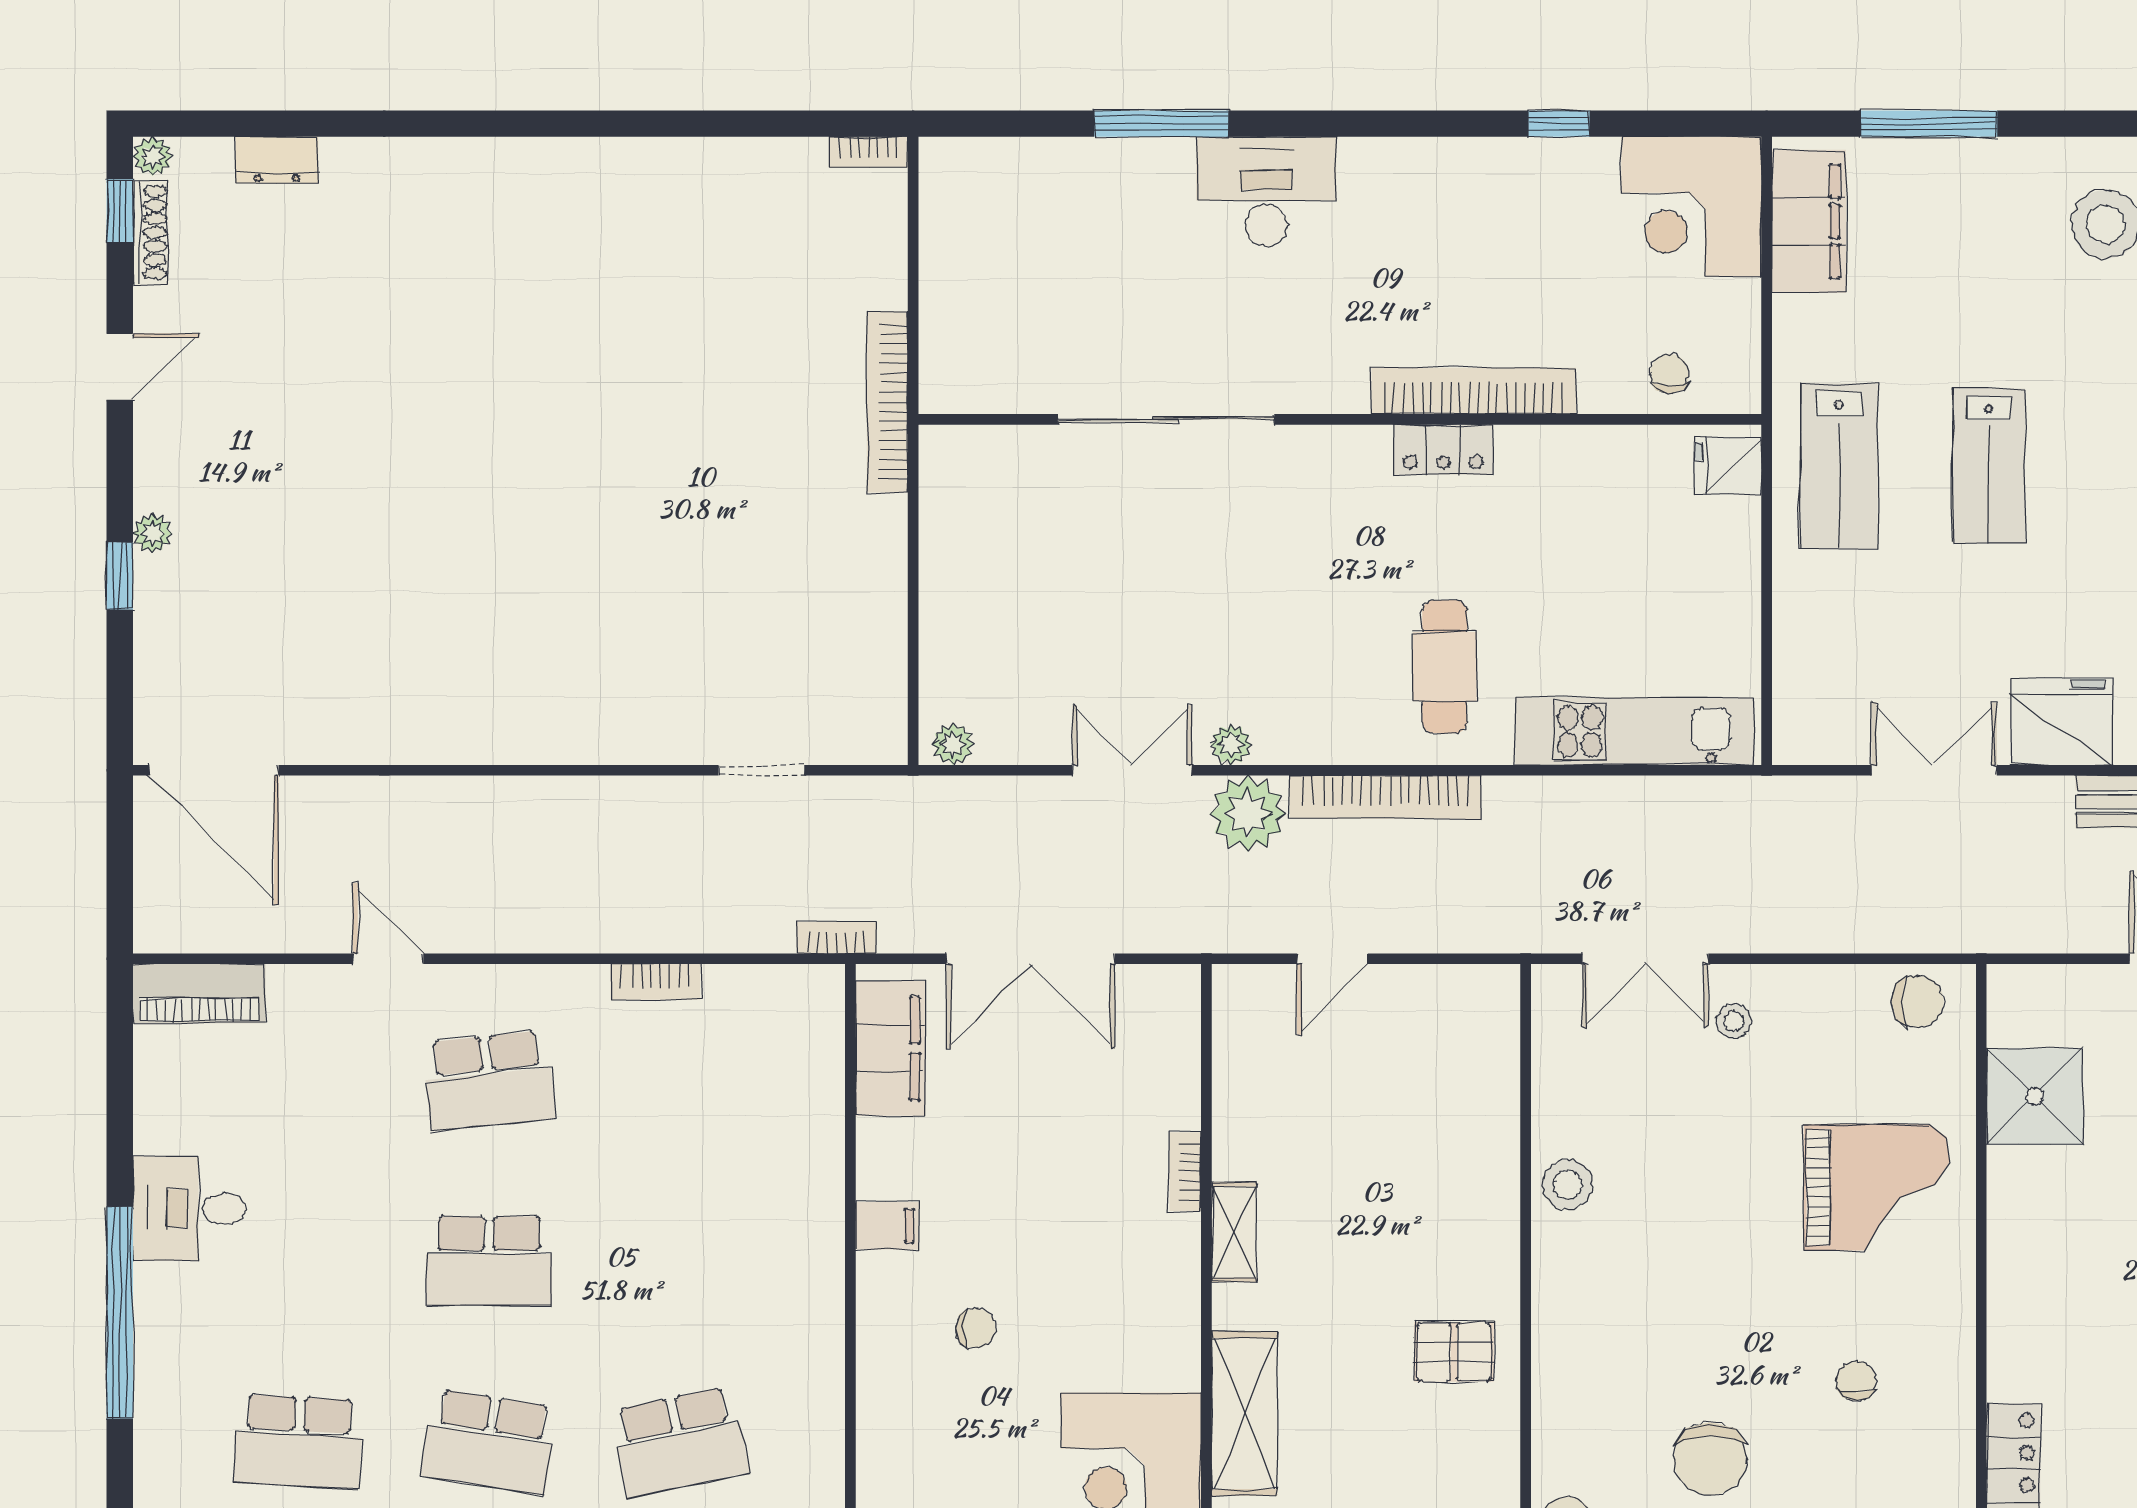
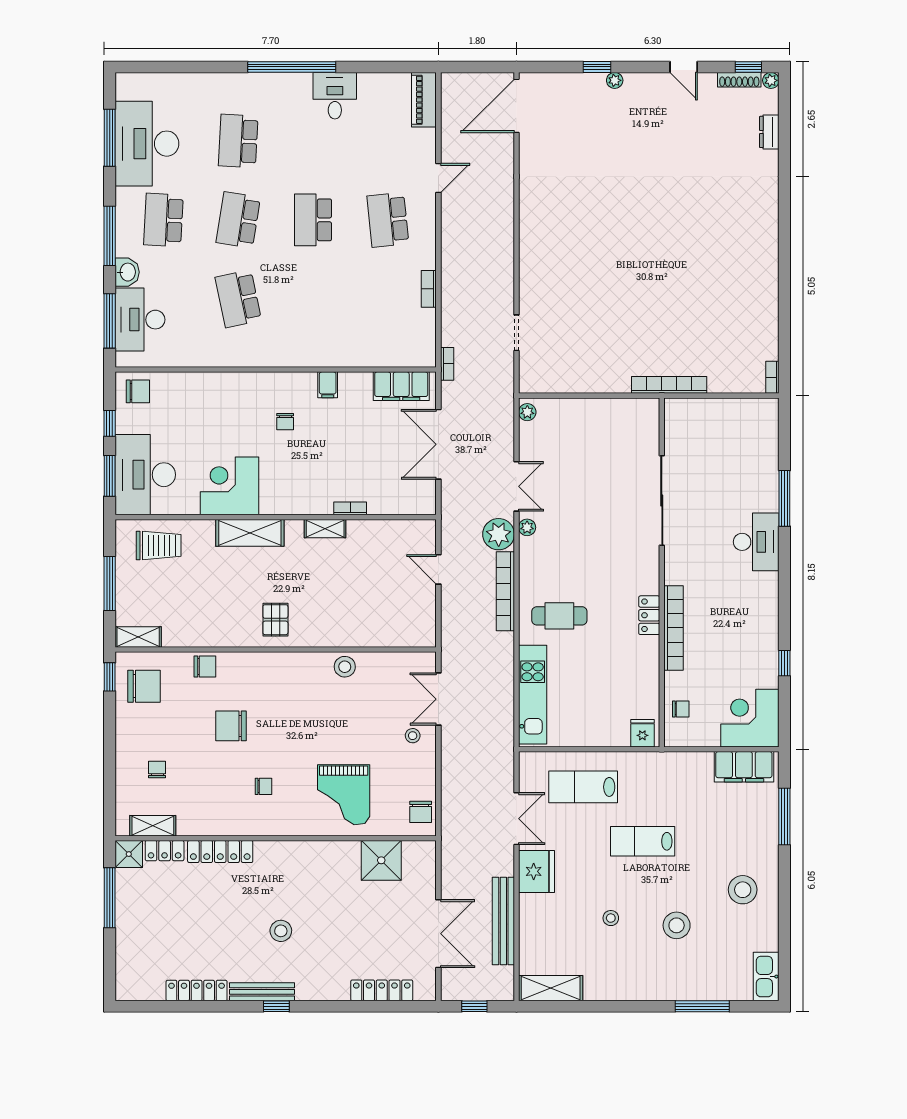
lab bench: (1839, 466) -> (583, 787), moved

